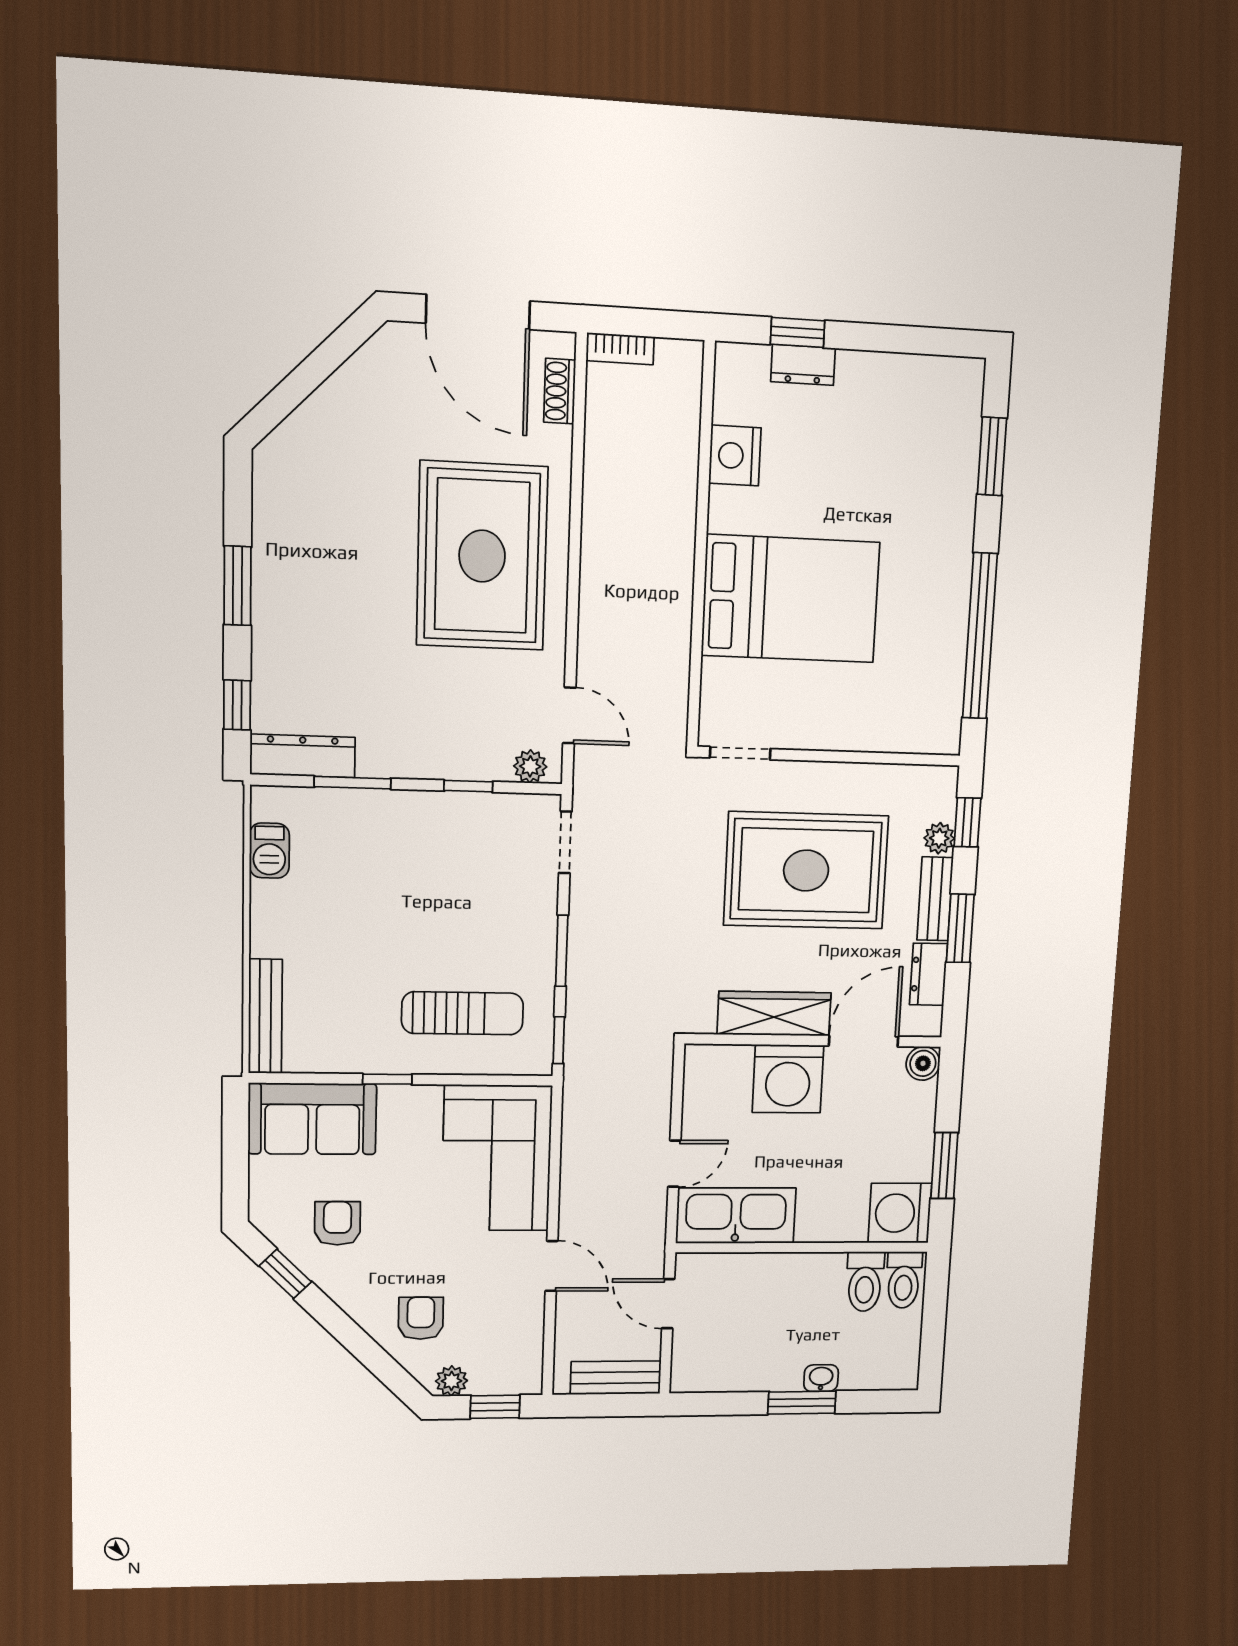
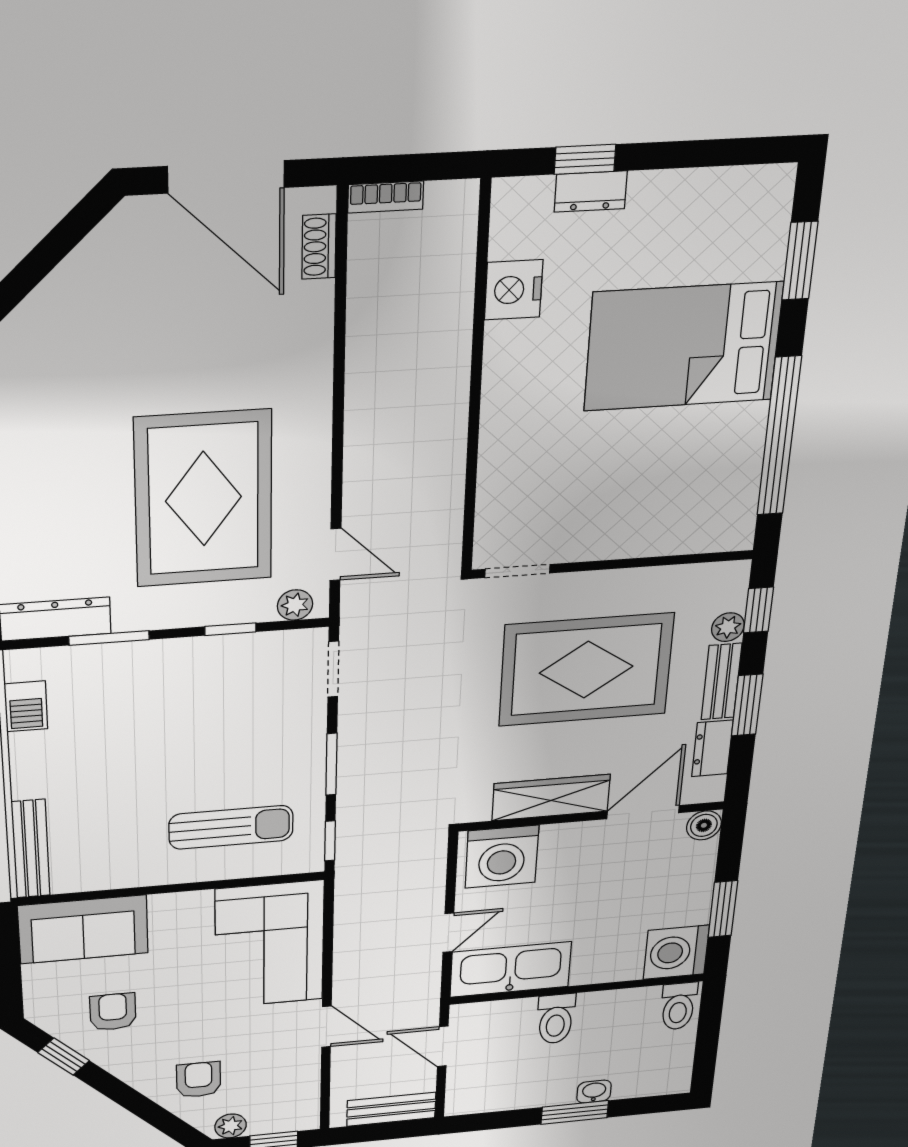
rug: (482, 556) -> (204, 499), moved
bed: (791, 599) -> (683, 347), moved, turned 180
window: (387, 1079) -> (157, 890), removed
washing machine: (788, 1079) -> (502, 857), moved
toilet: (865, 1282) -> (556, 1019), moved

